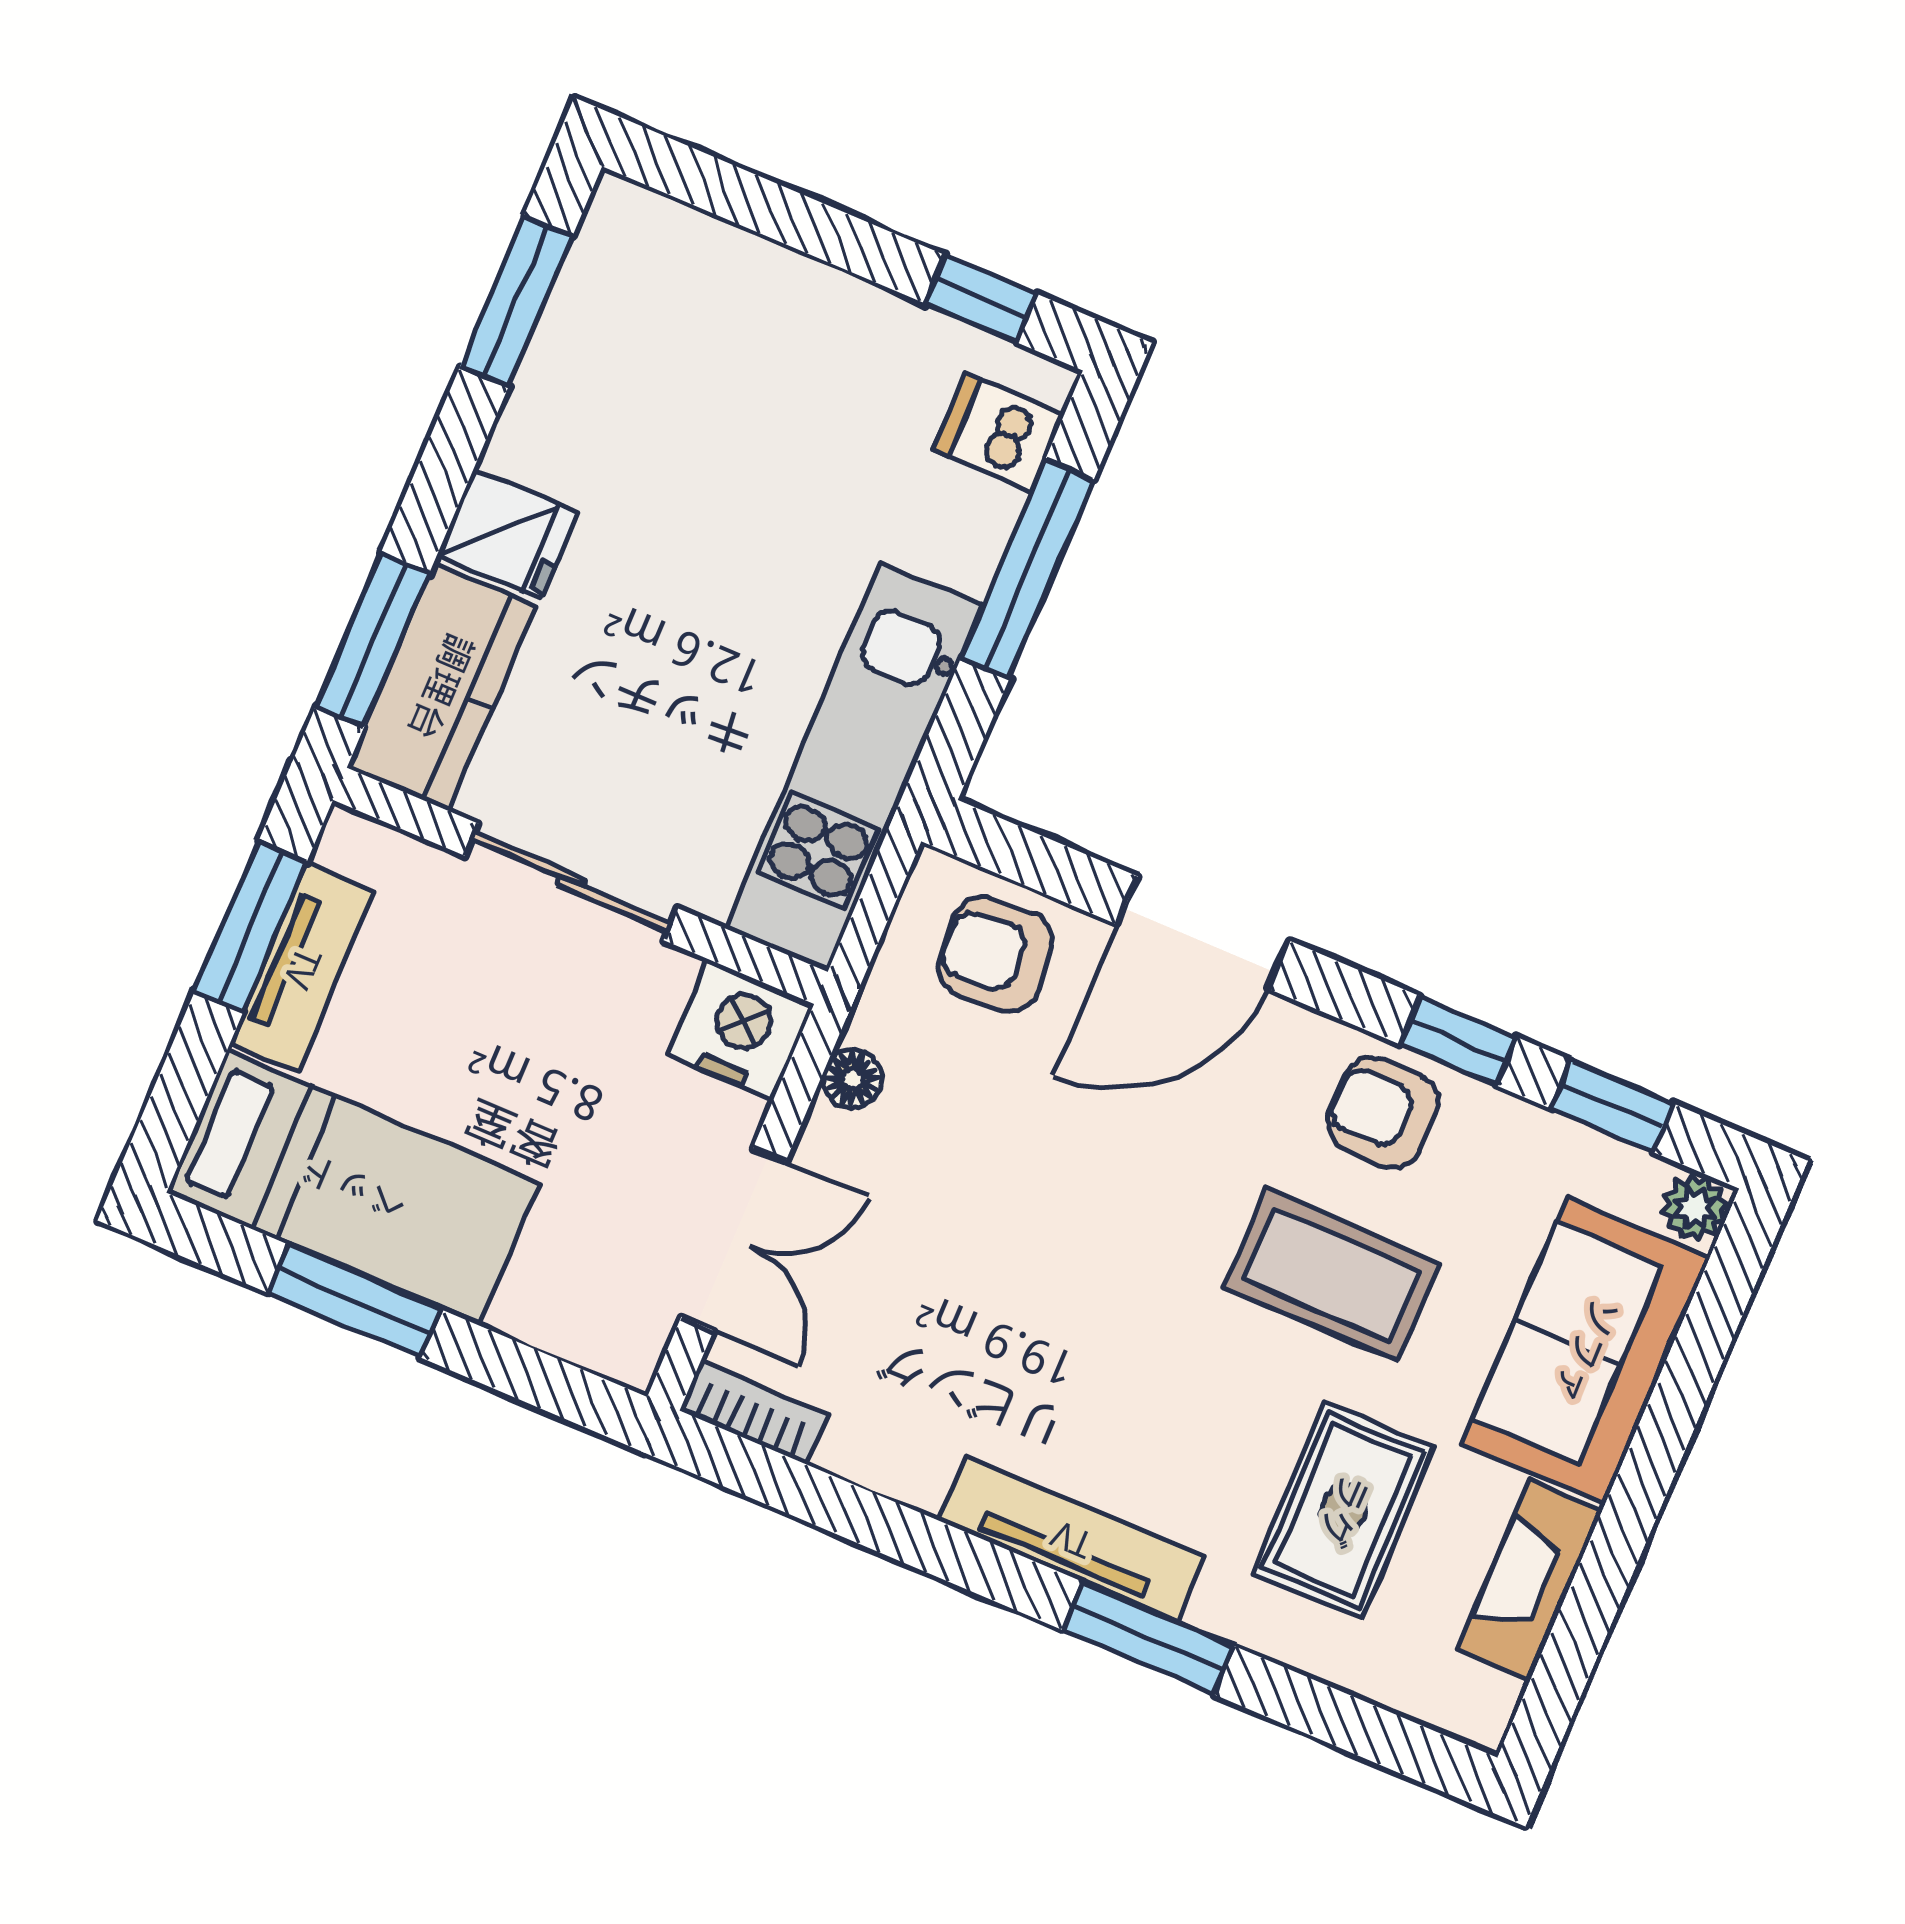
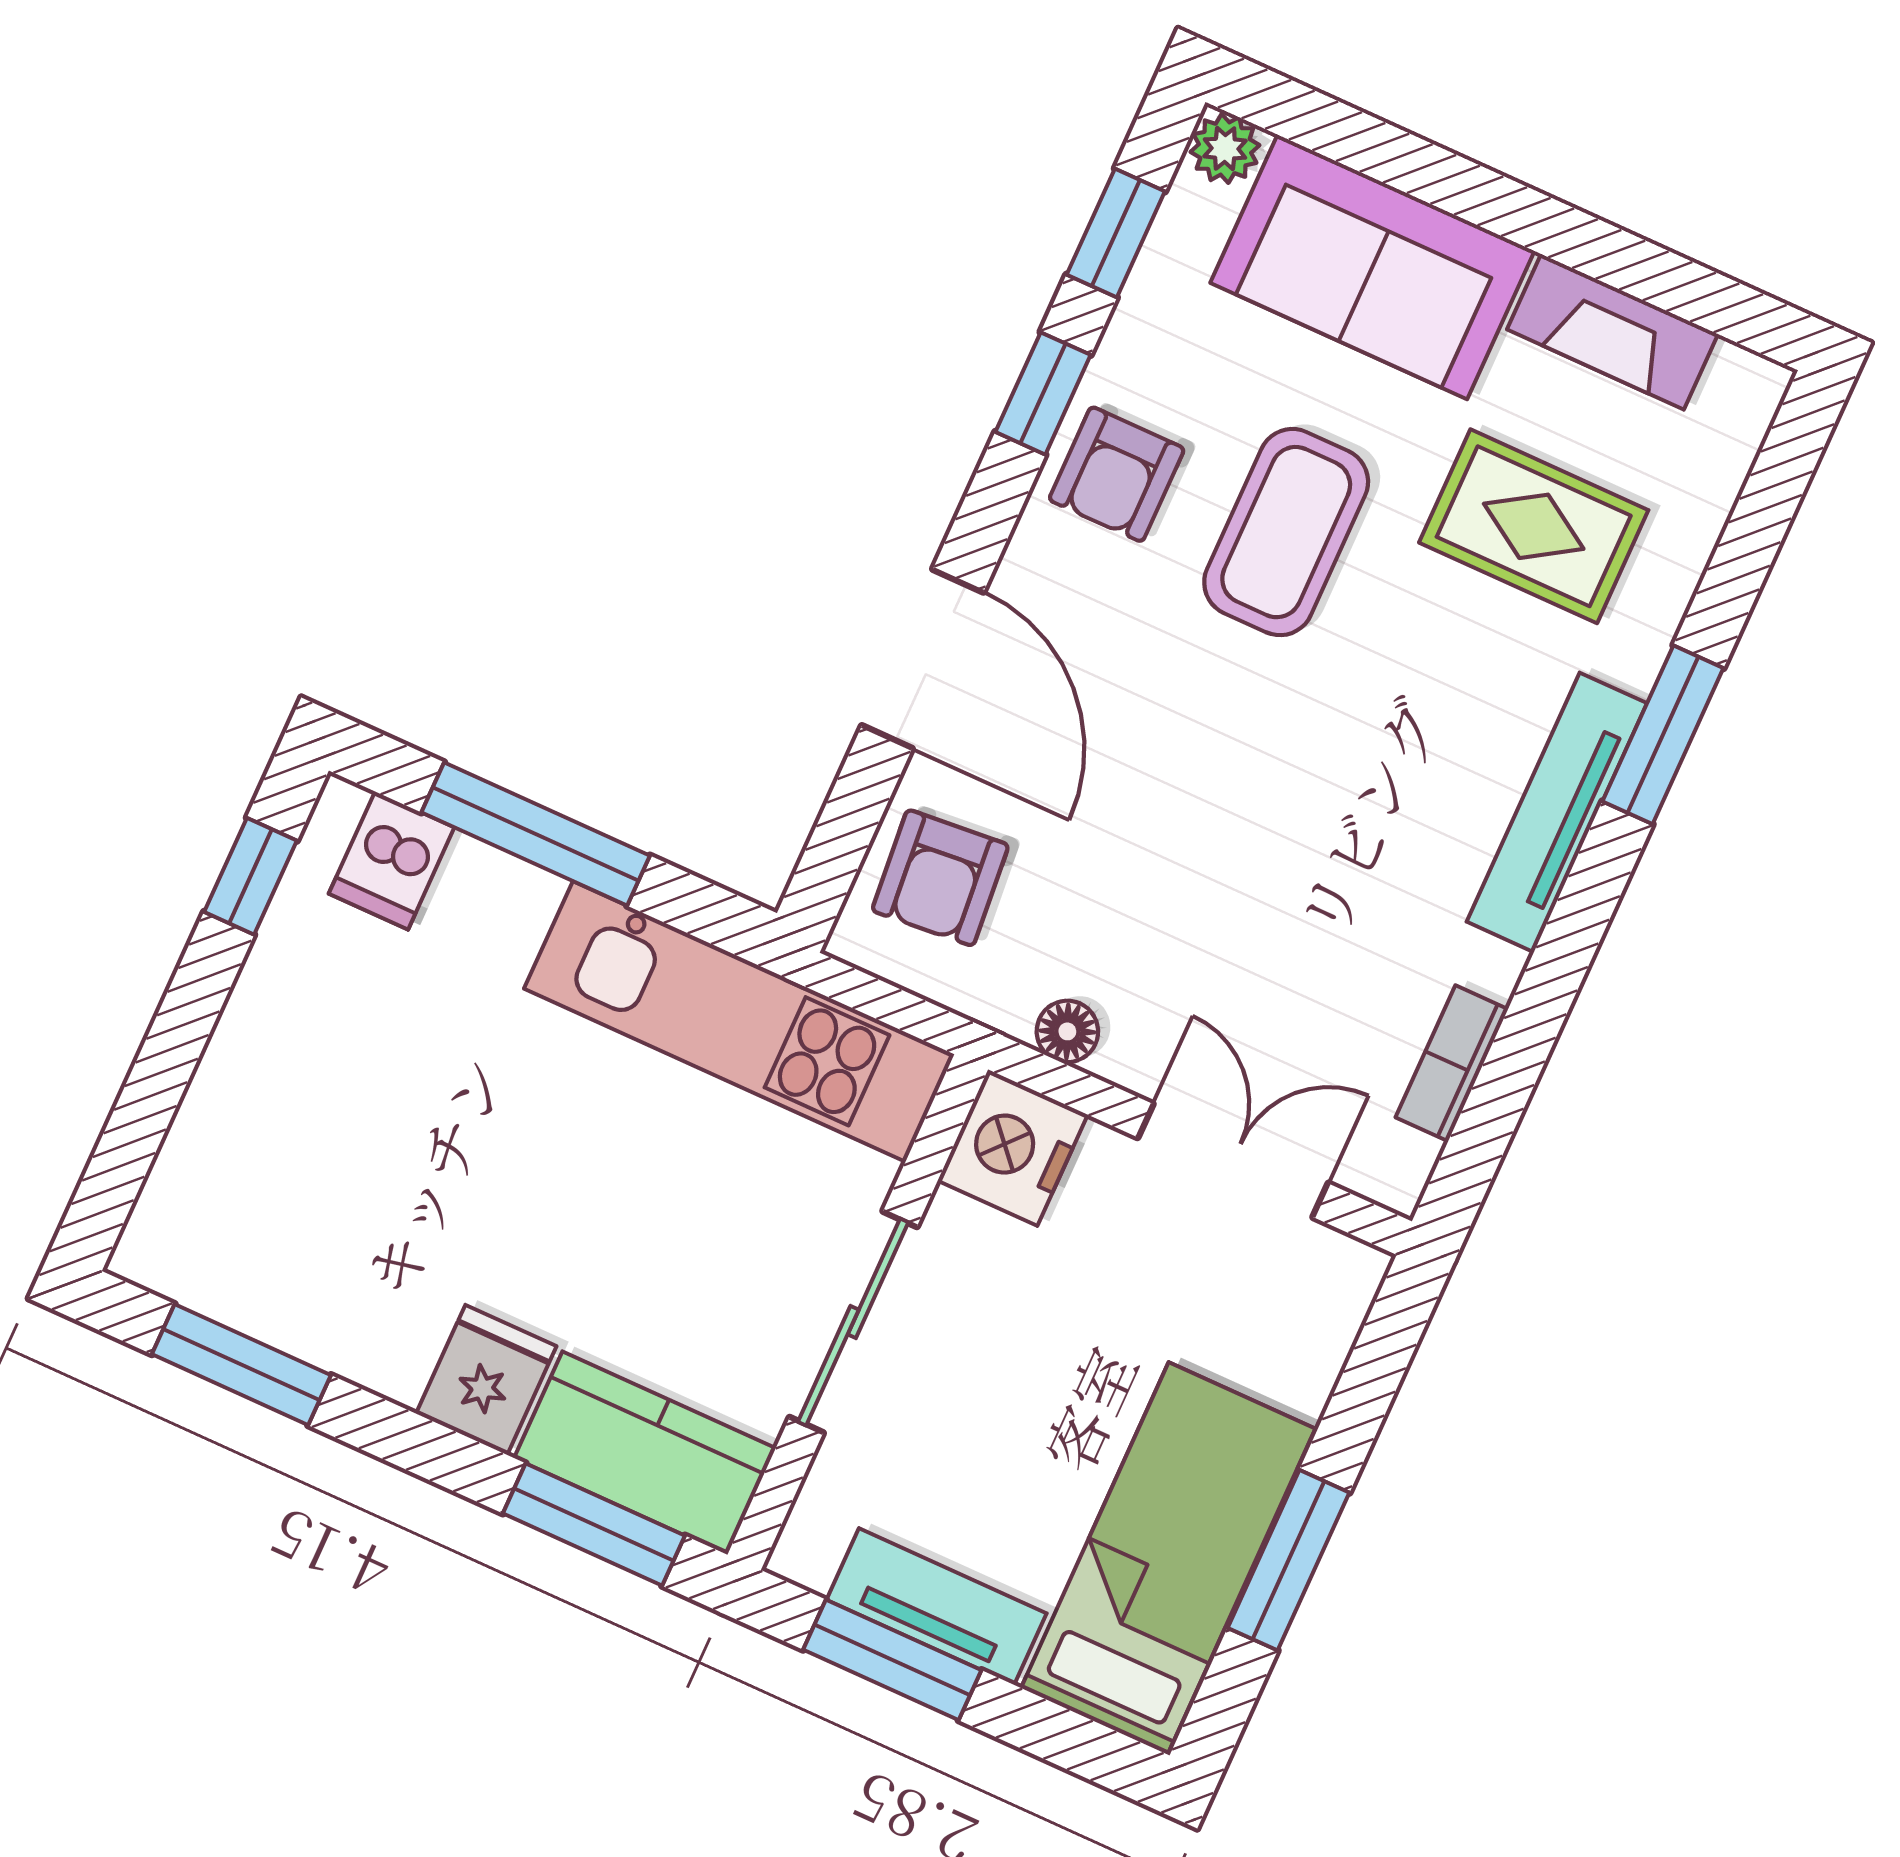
bookcase: (754, 1412) -> (1452, 1063), moved

